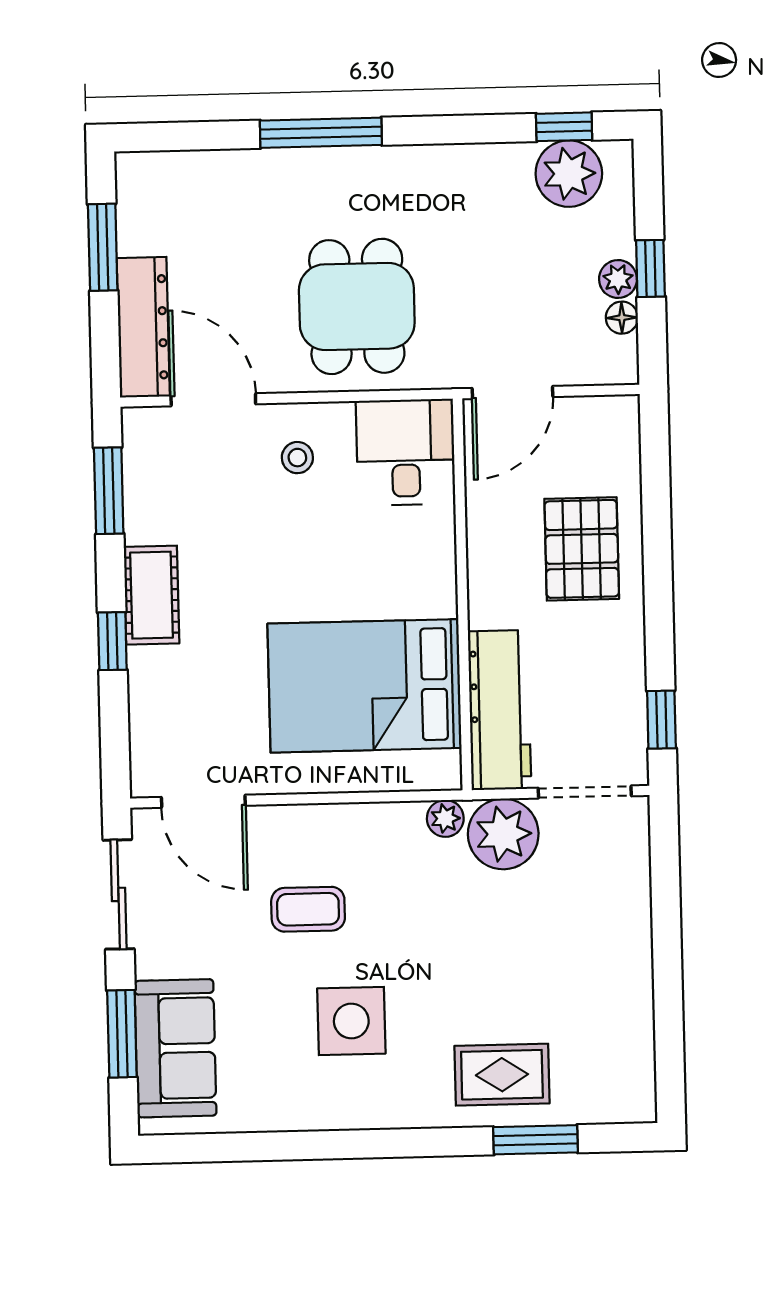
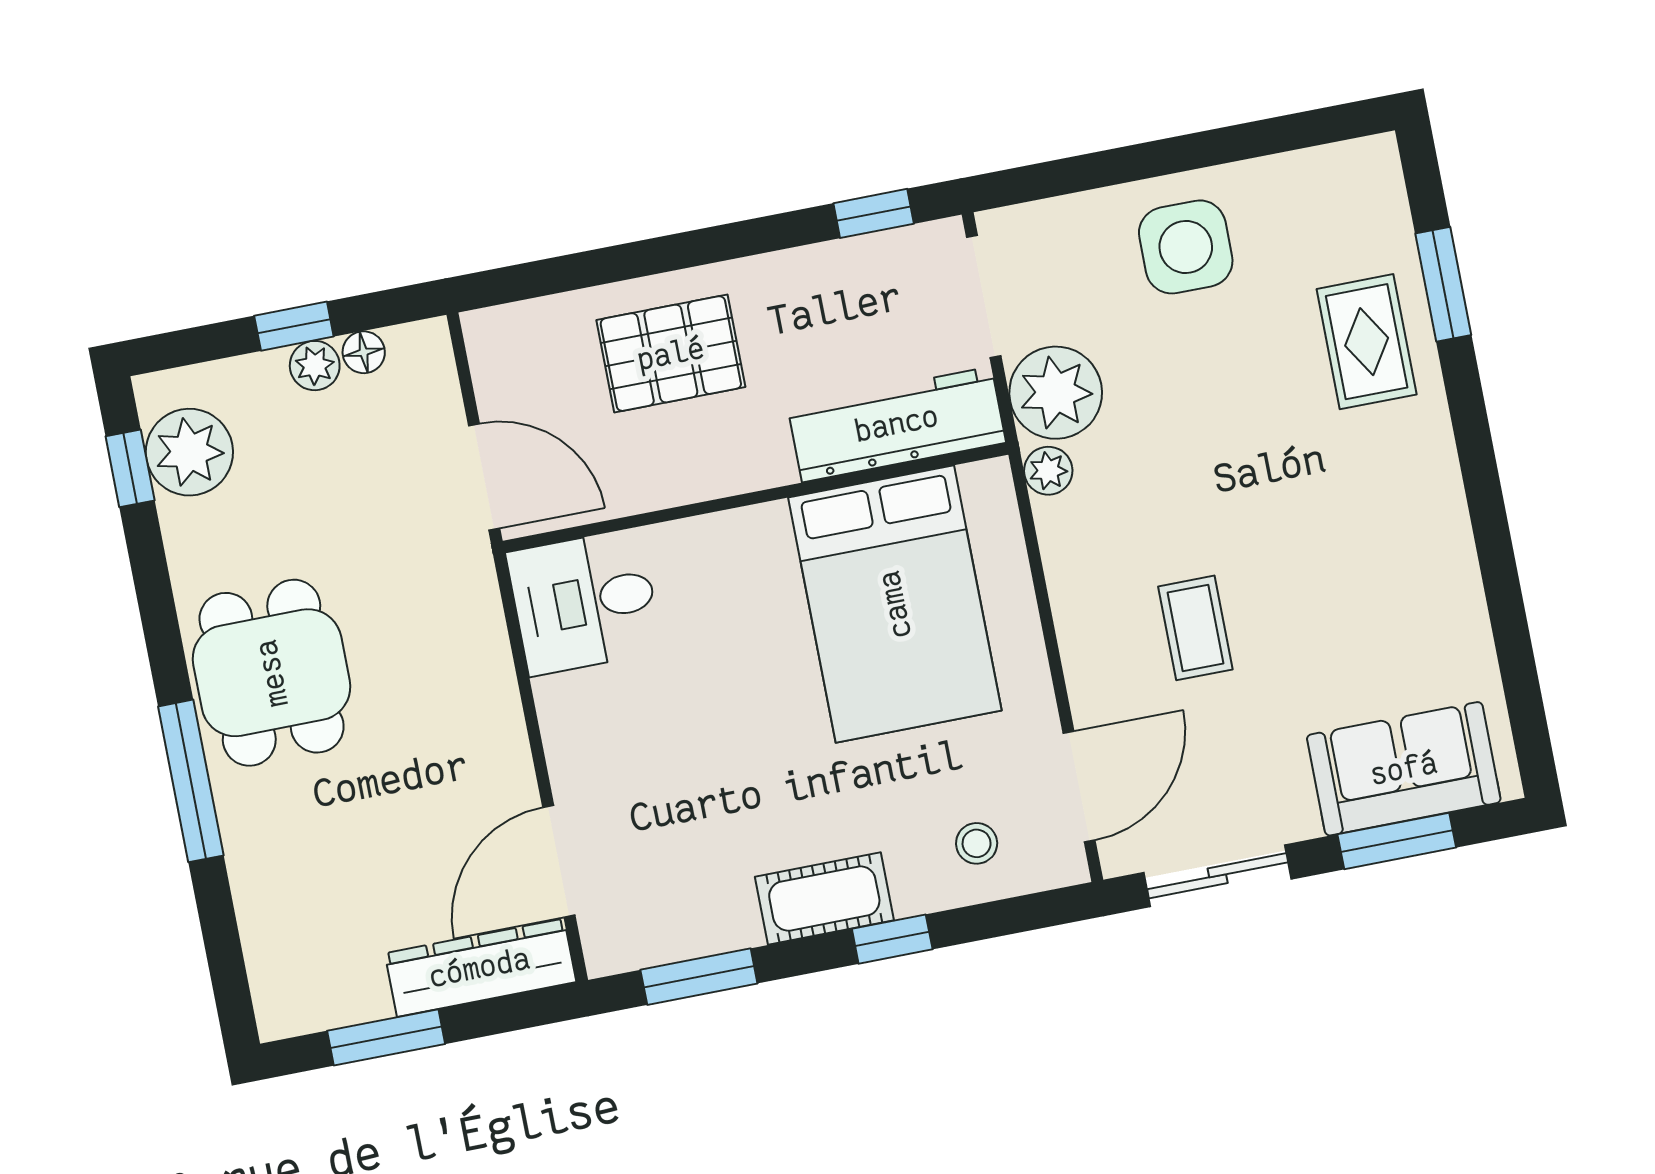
dining table: (357, 306) -> (272, 673), moved, turned 90
stool: (297, 458) -> (977, 843), moved
side table: (351, 1021) -> (1186, 247), moved

